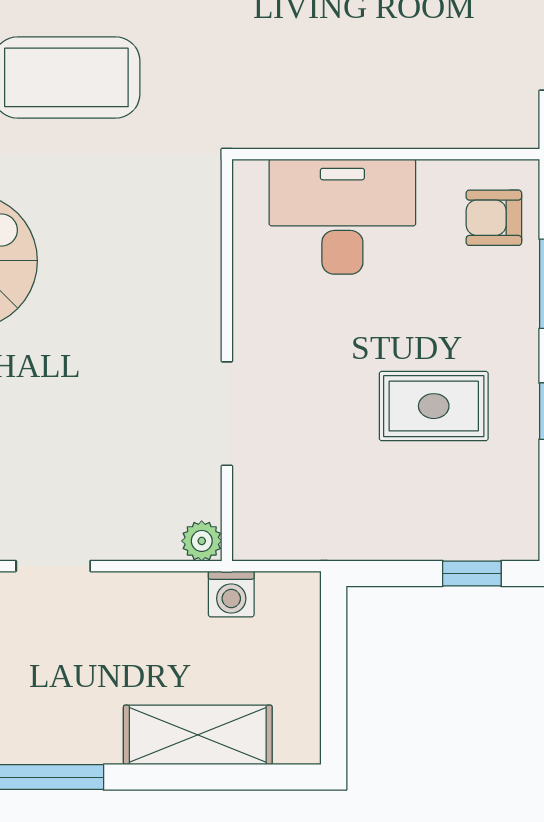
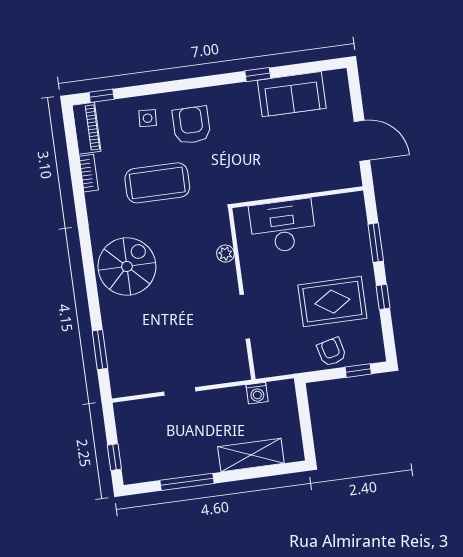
armchair: (494, 218) -> (332, 352), moved, turned 76
rug: (434, 406) -> (332, 302), width x1.36, depth x1.43
plant: (202, 541) -> (225, 254), moved

